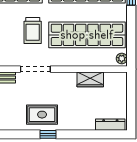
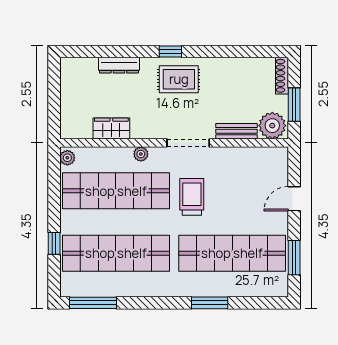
plant: (69, 61) -> (141, 154), added
dresser: (110, 125) -> (119, 65), moved

